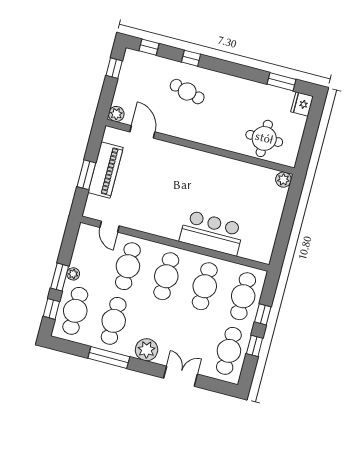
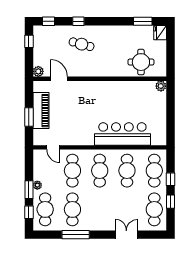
bar counter: (212, 233) -> (122, 134), width x1.36
plant: (147, 350) -> (99, 223), removed

